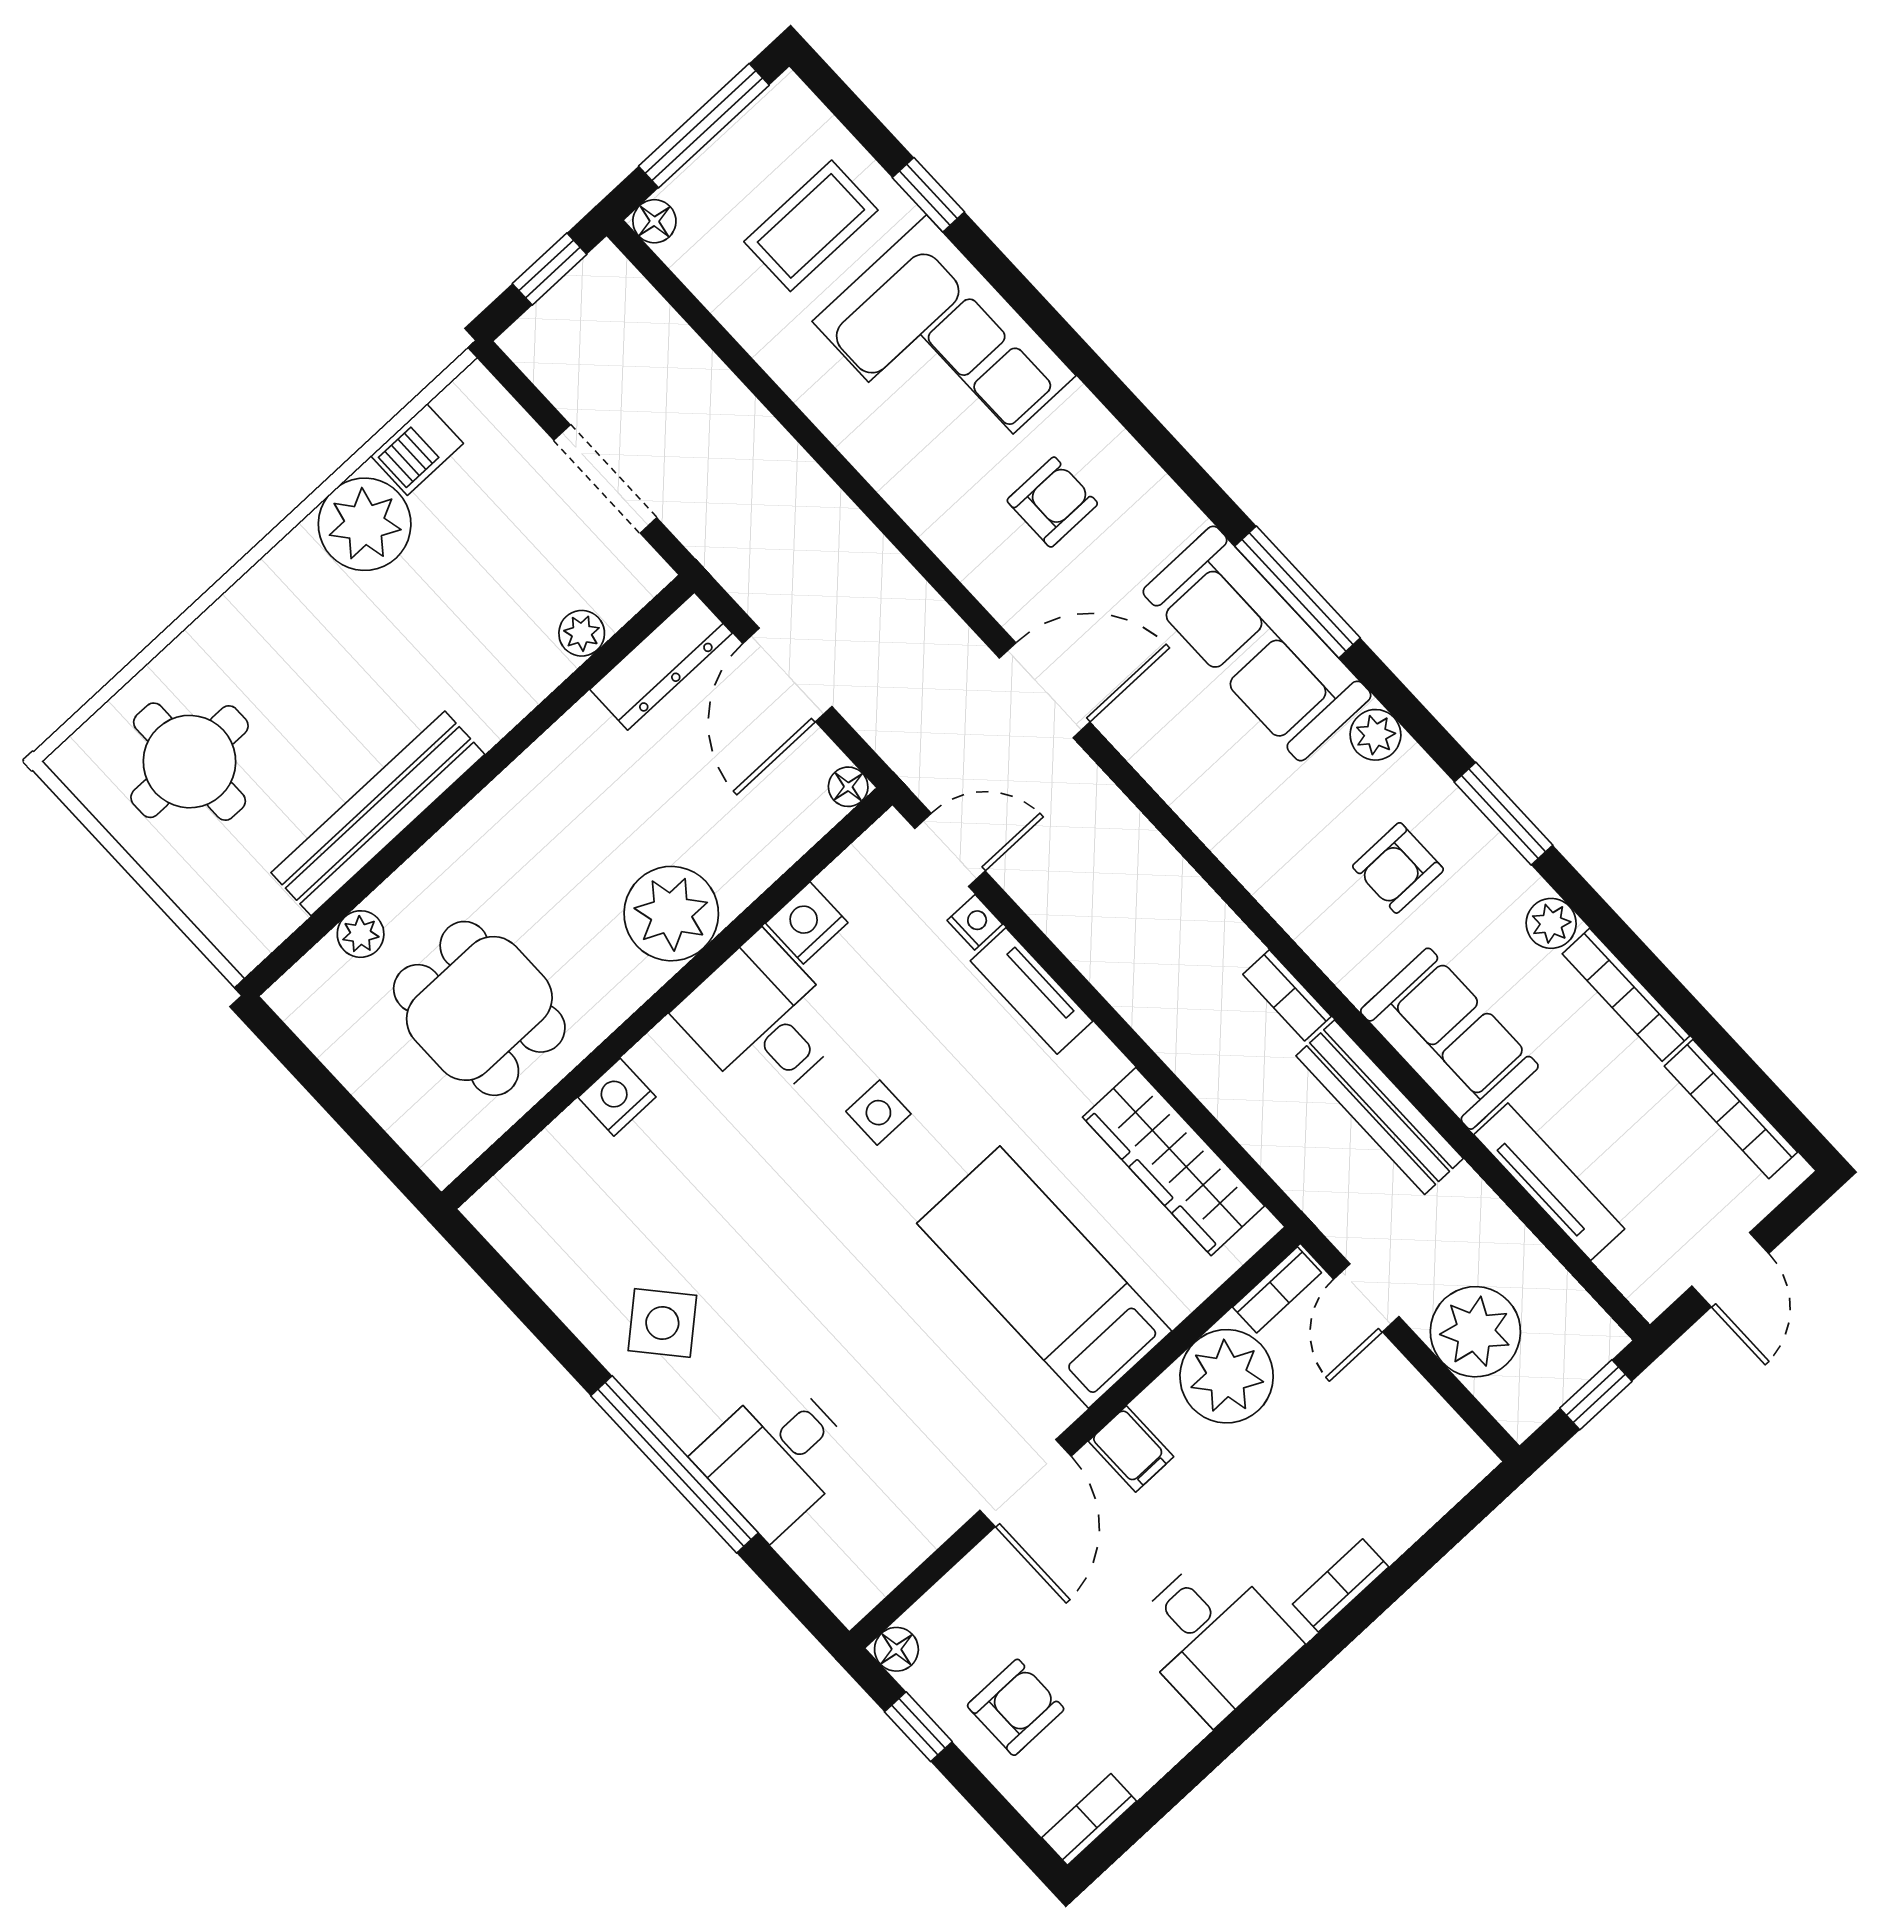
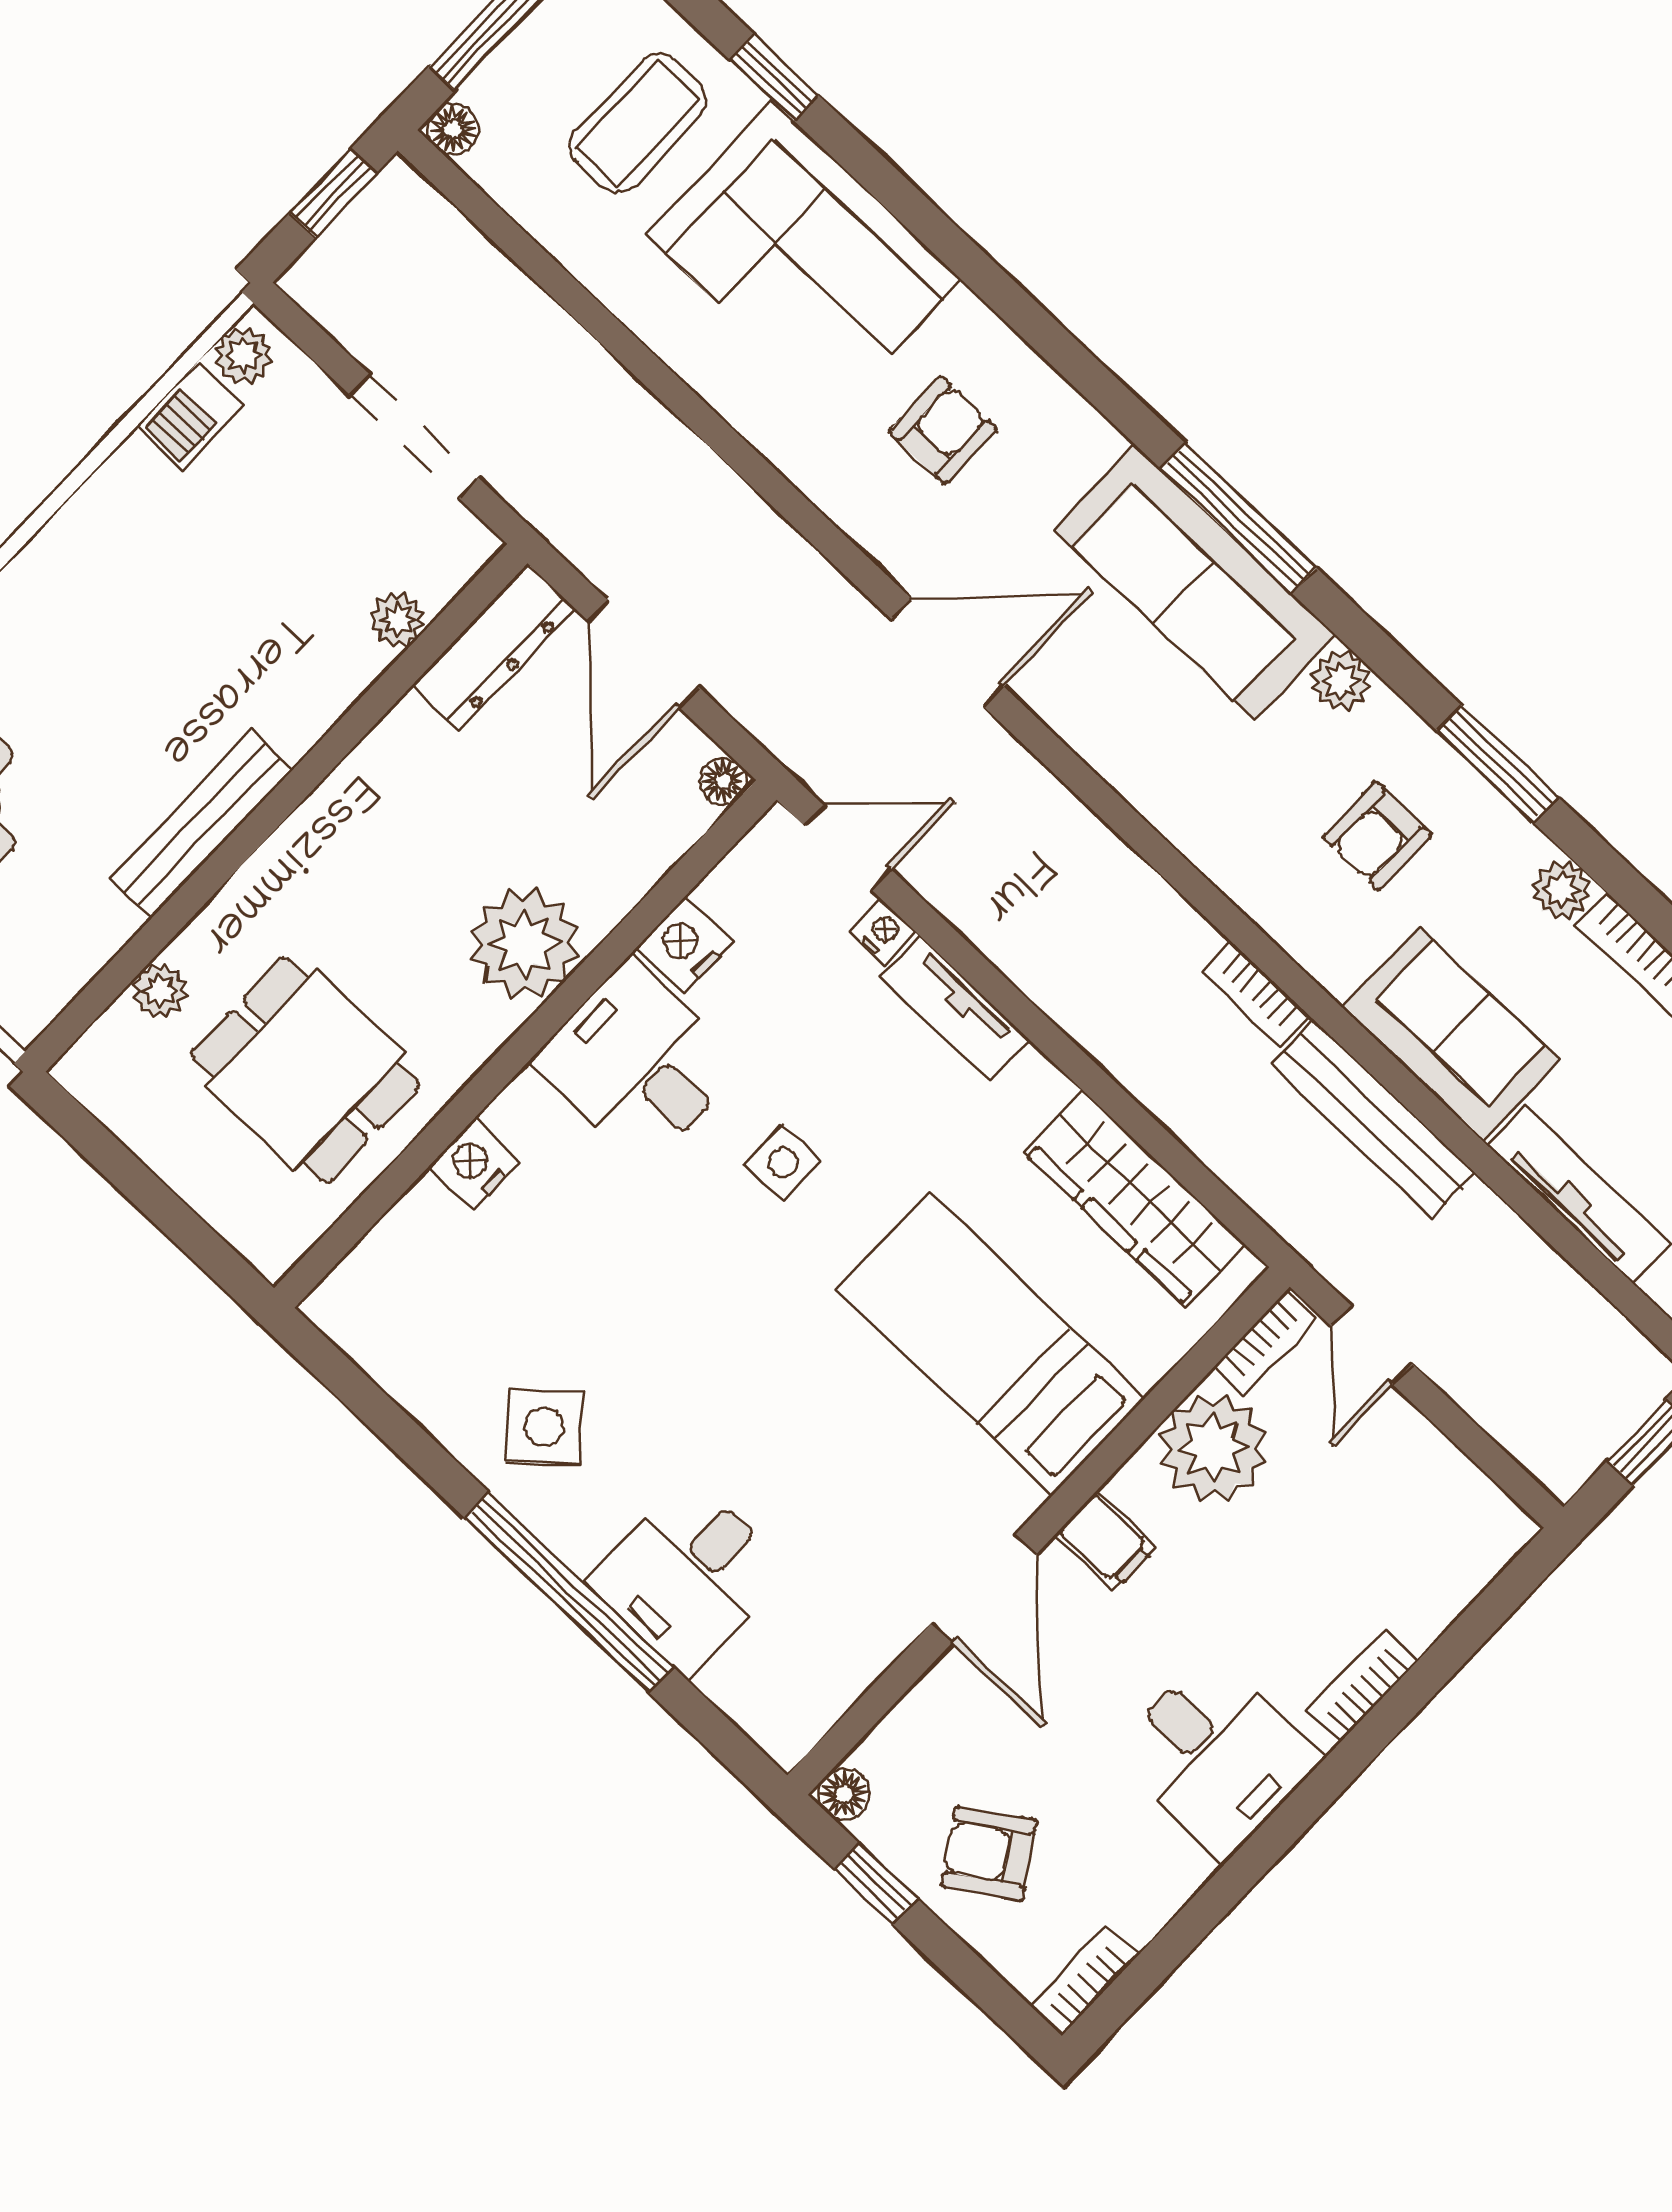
plant: (365, 524) -> (243, 356), moved, width x0.53, depth x0.53
bench: (378, 813) -> (202, 824), width x0.73, depth x0.82
plant: (1475, 1332) -> (1503, 1377), removed
armchair: (1016, 1707) -> (989, 1853), turned -123

